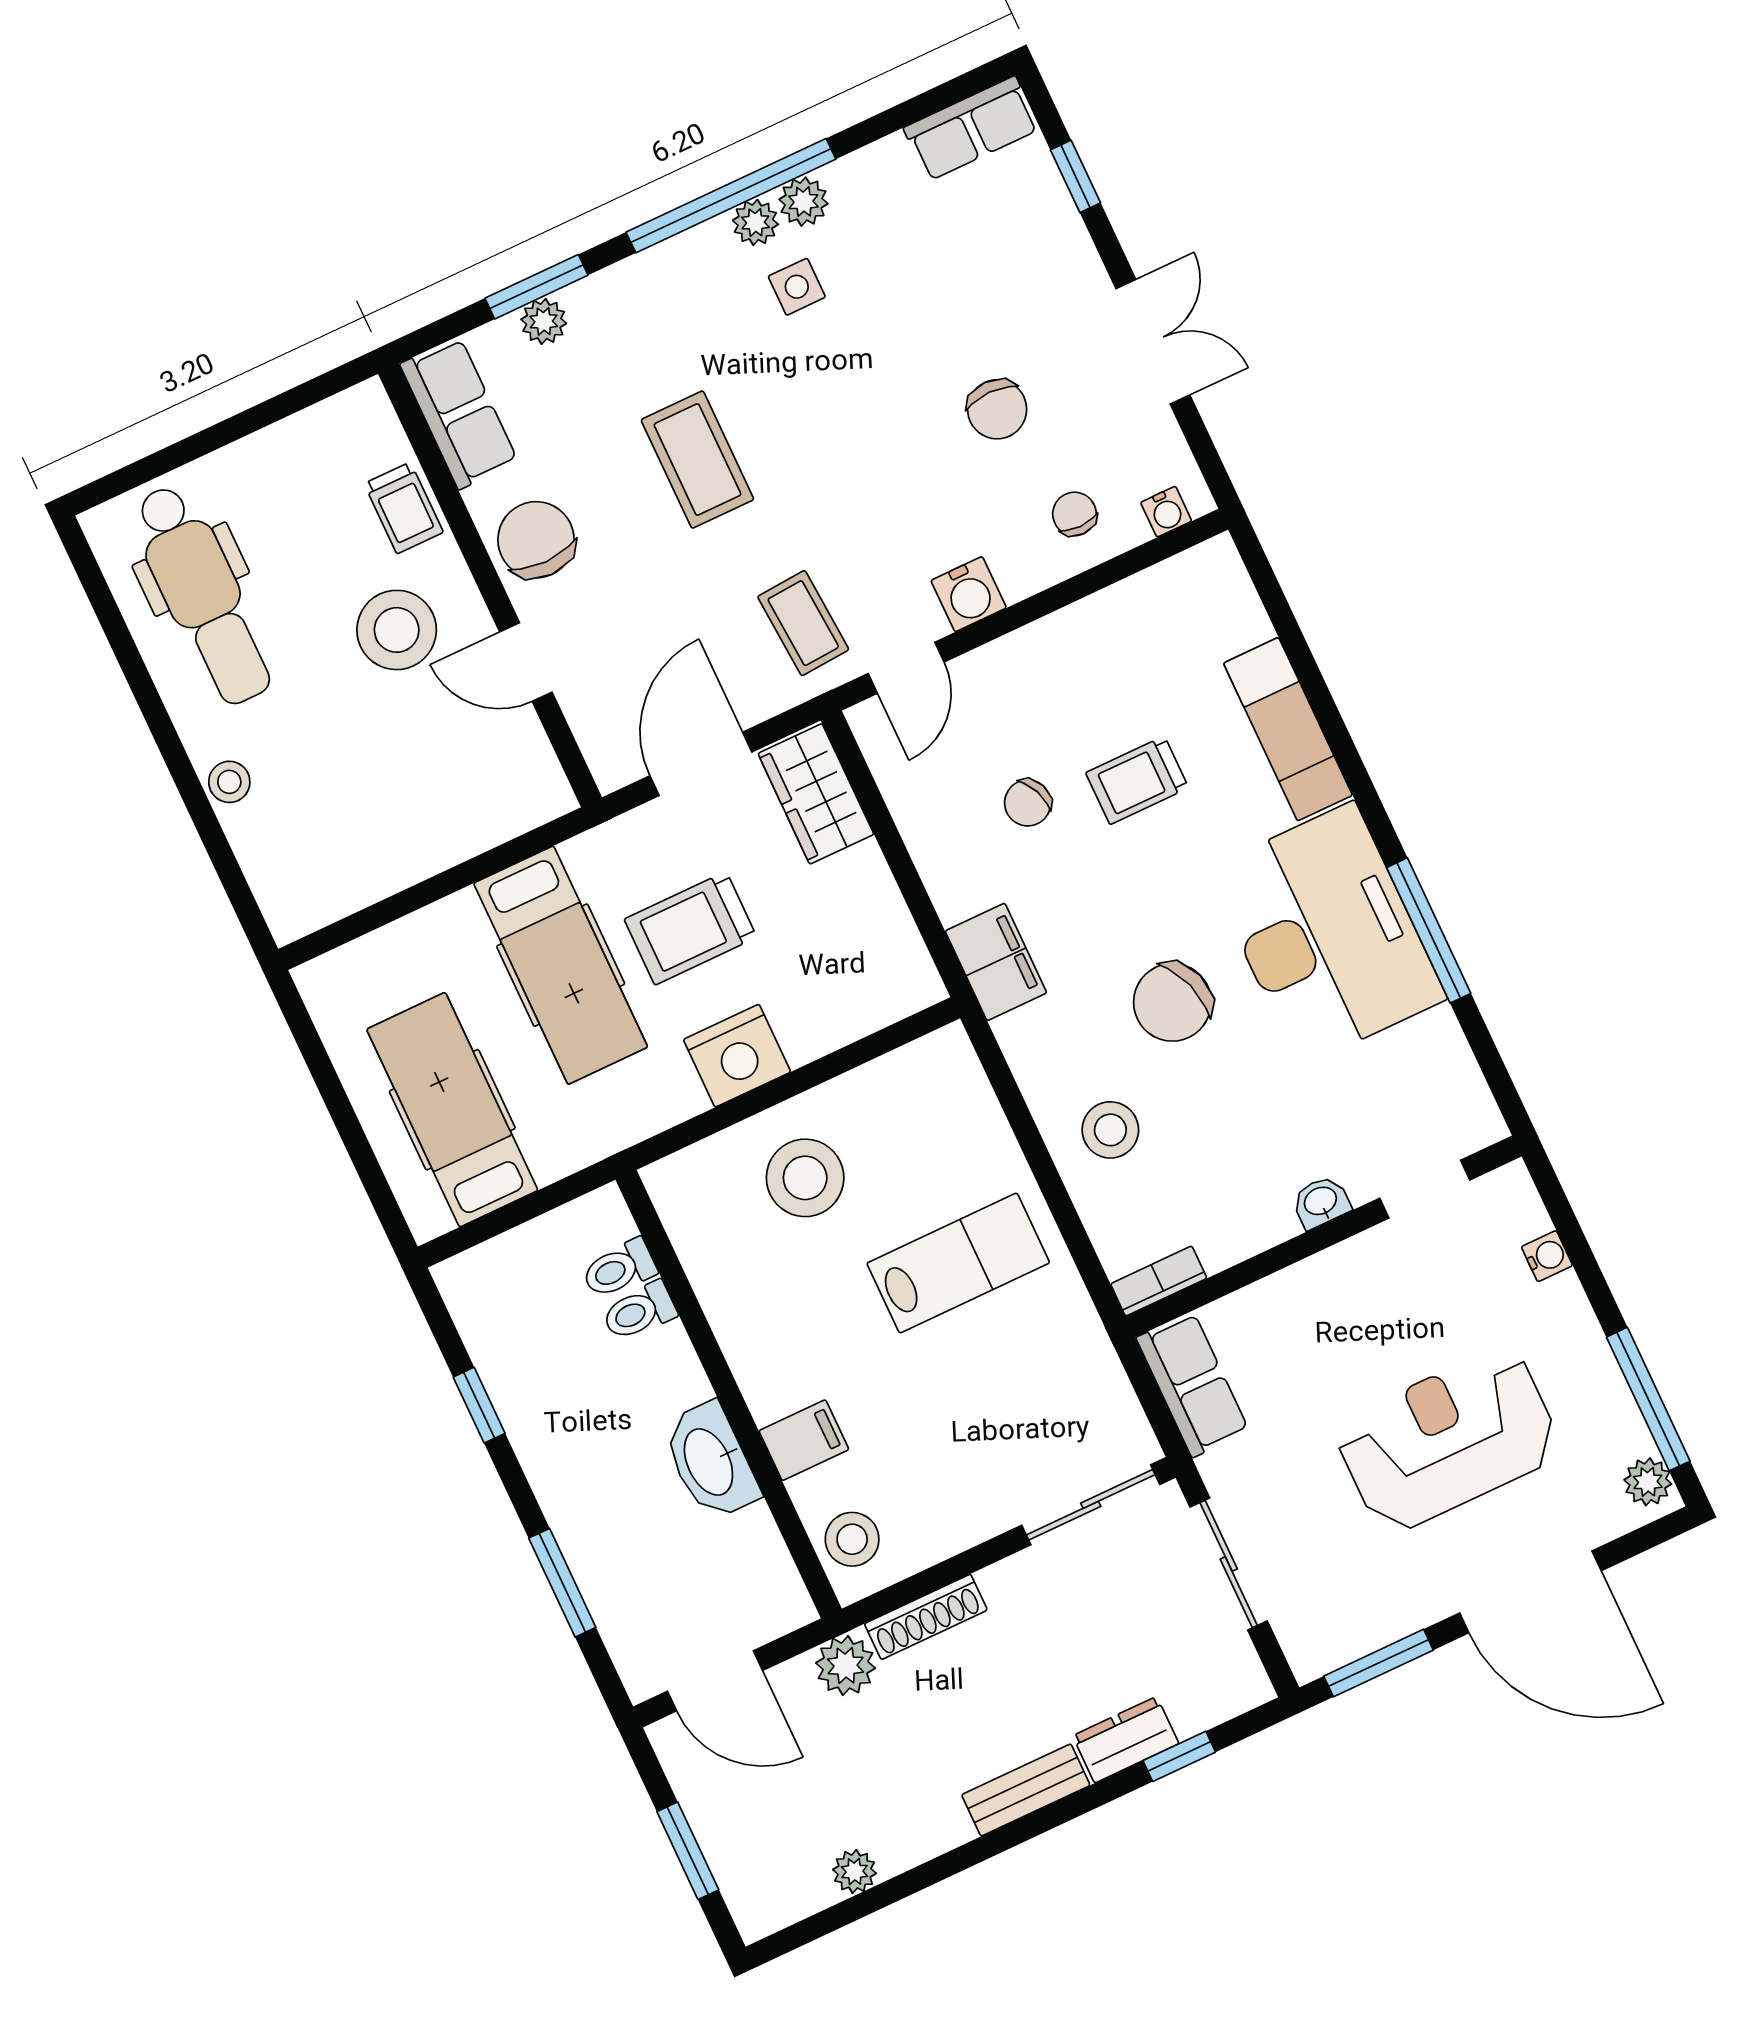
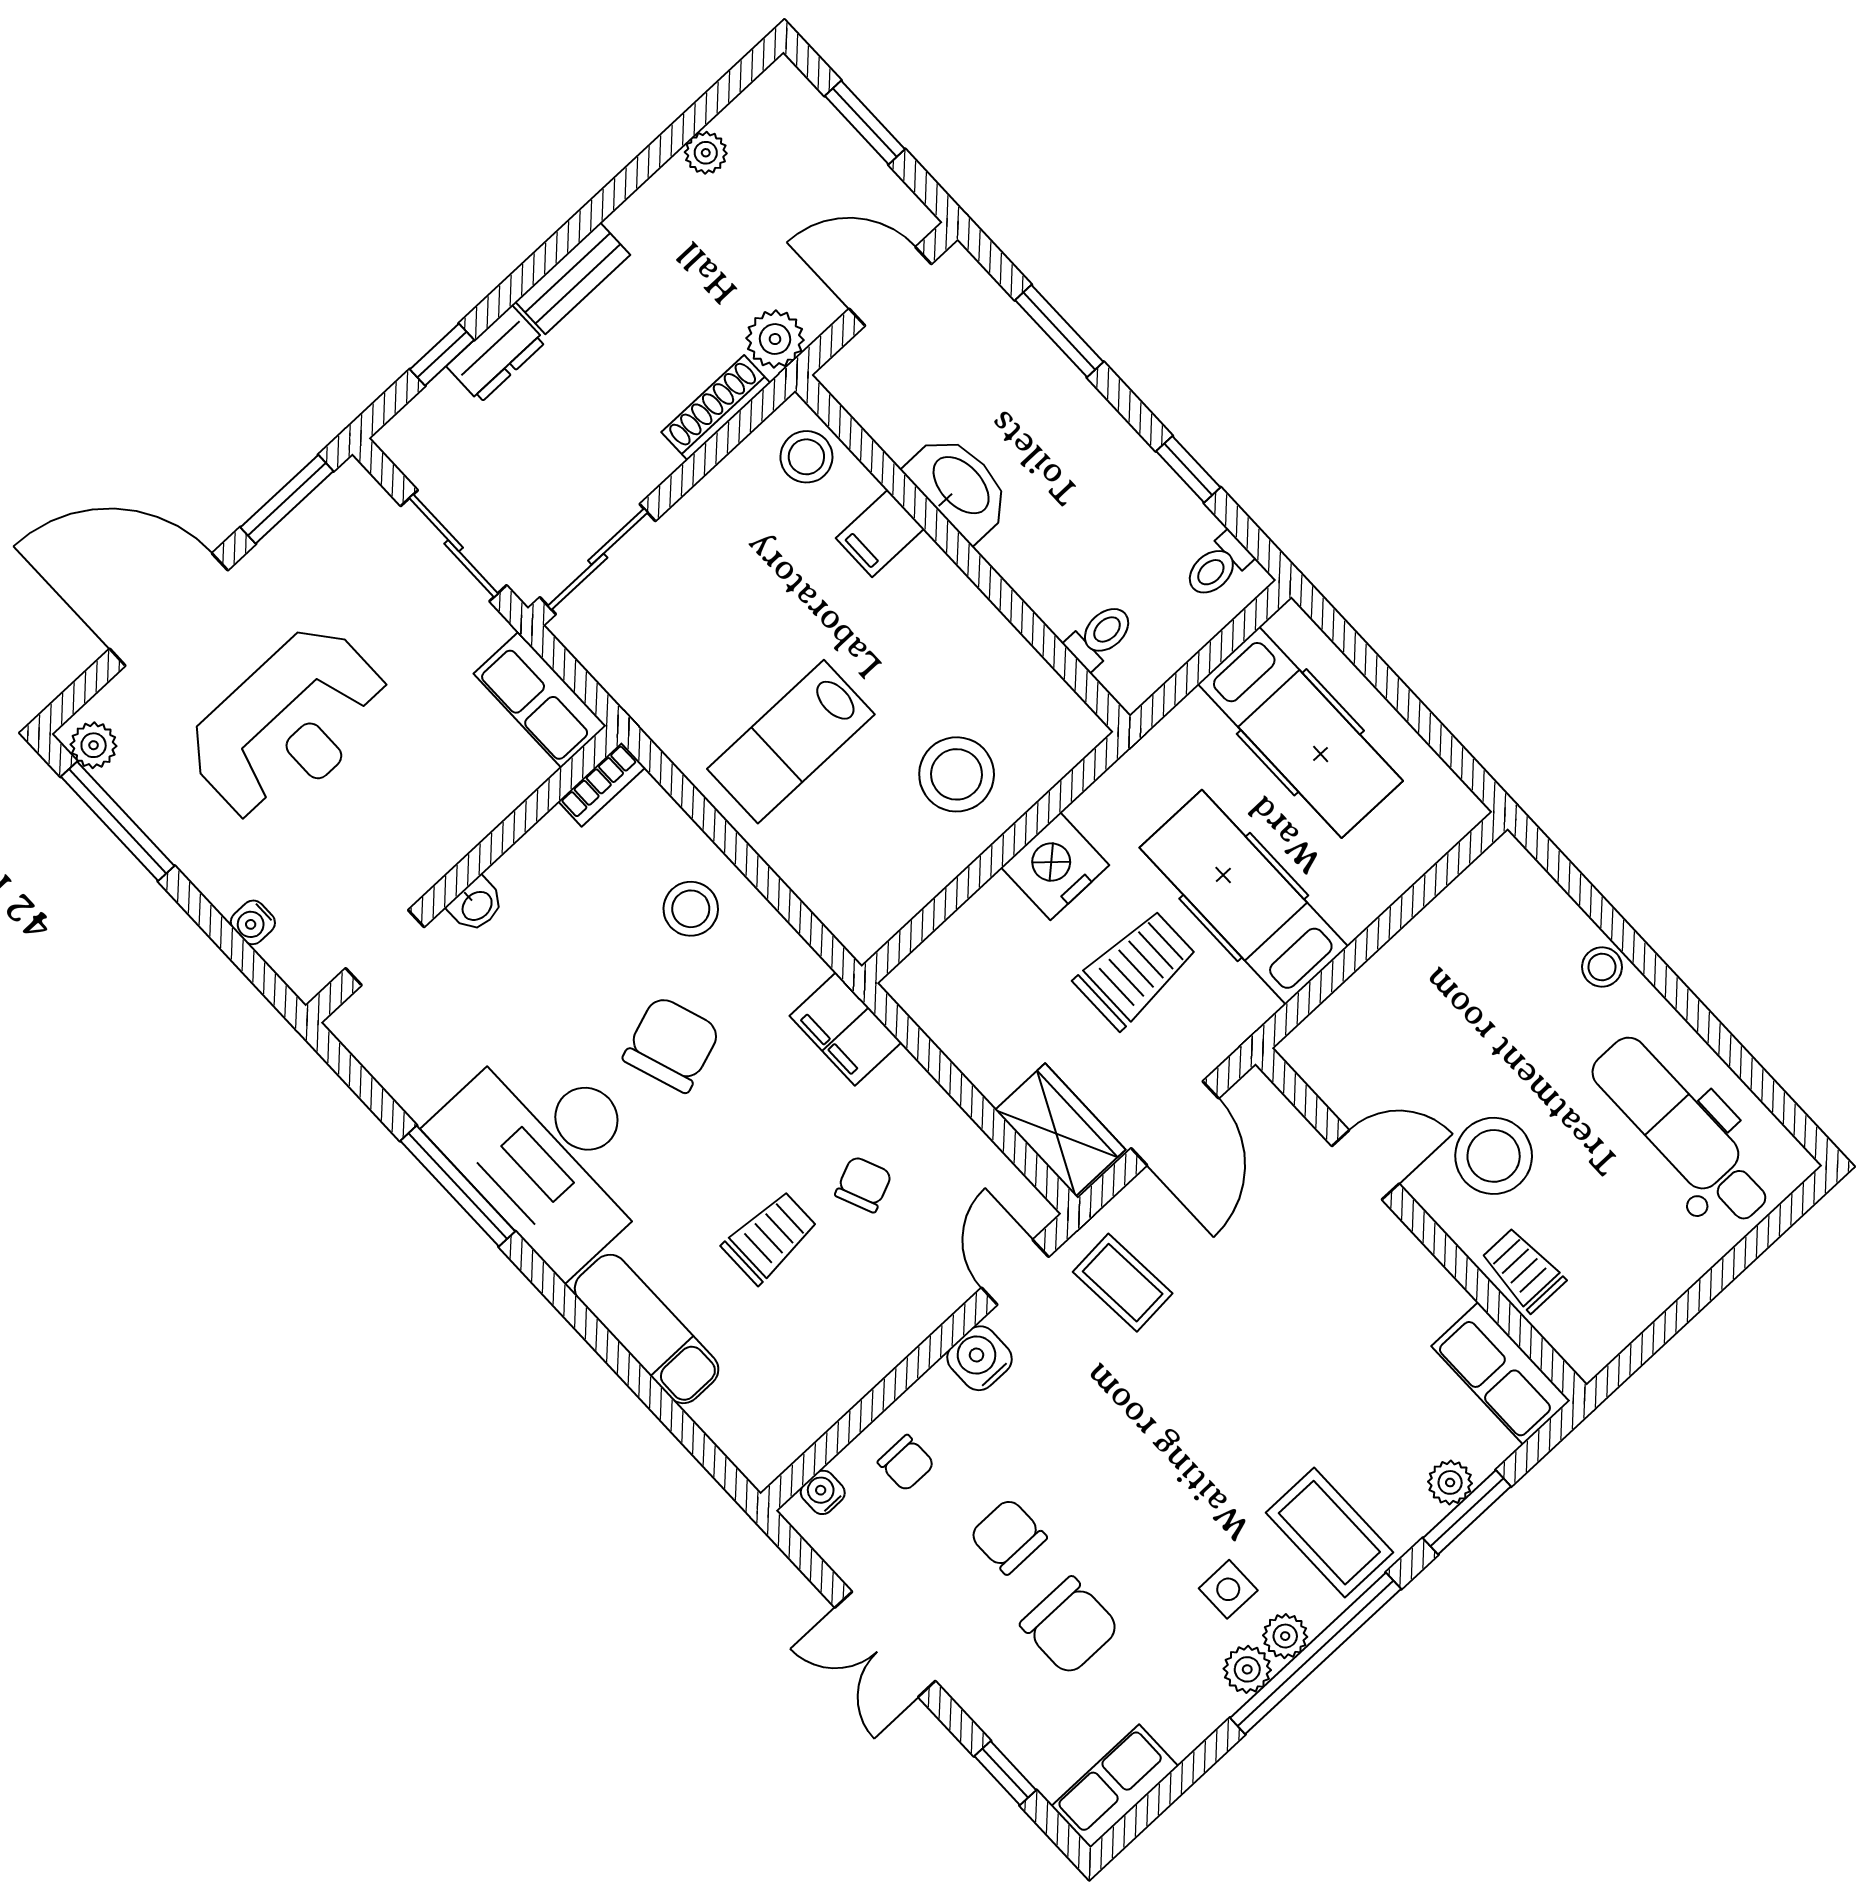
coffee table: (697, 460) -> (1329, 1533), moved
chair: (536, 540) -> (1070, 1626), moved
toilet: (639, 1311) -> (1218, 566), moved, turned 180

